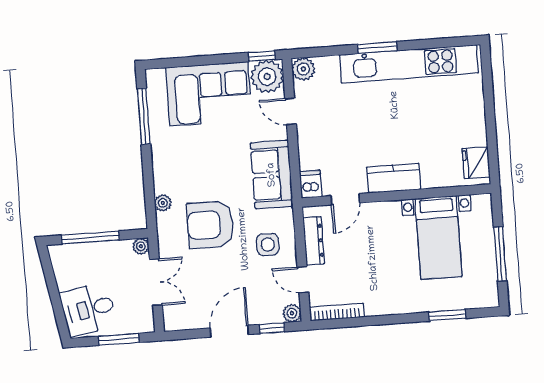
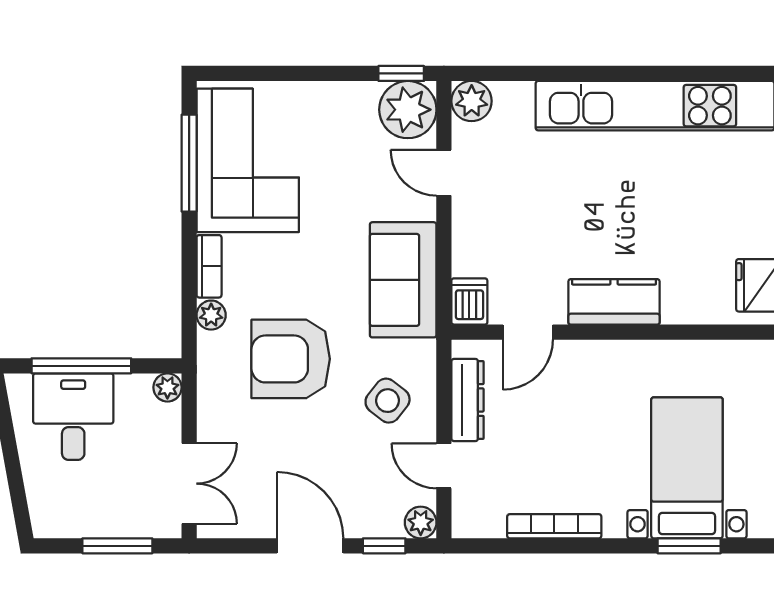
window: (377, 48) -> (602, 73), removed
corner sofa: (209, 94) -> (248, 160), moved, turned -90
bookcase: (160, 175) -> (209, 266), added
bed with nightstands: (438, 238) -> (687, 468), moved, turned 180
side table: (268, 245) -> (388, 401), turned 38
double door: (156, 282) -> (189, 484), moved
desk: (88, 309) -> (73, 417), moved, turned 100
bookcase: (337, 312) -> (554, 526), moved
door: (229, 331) -> (310, 546), hinge flipped

